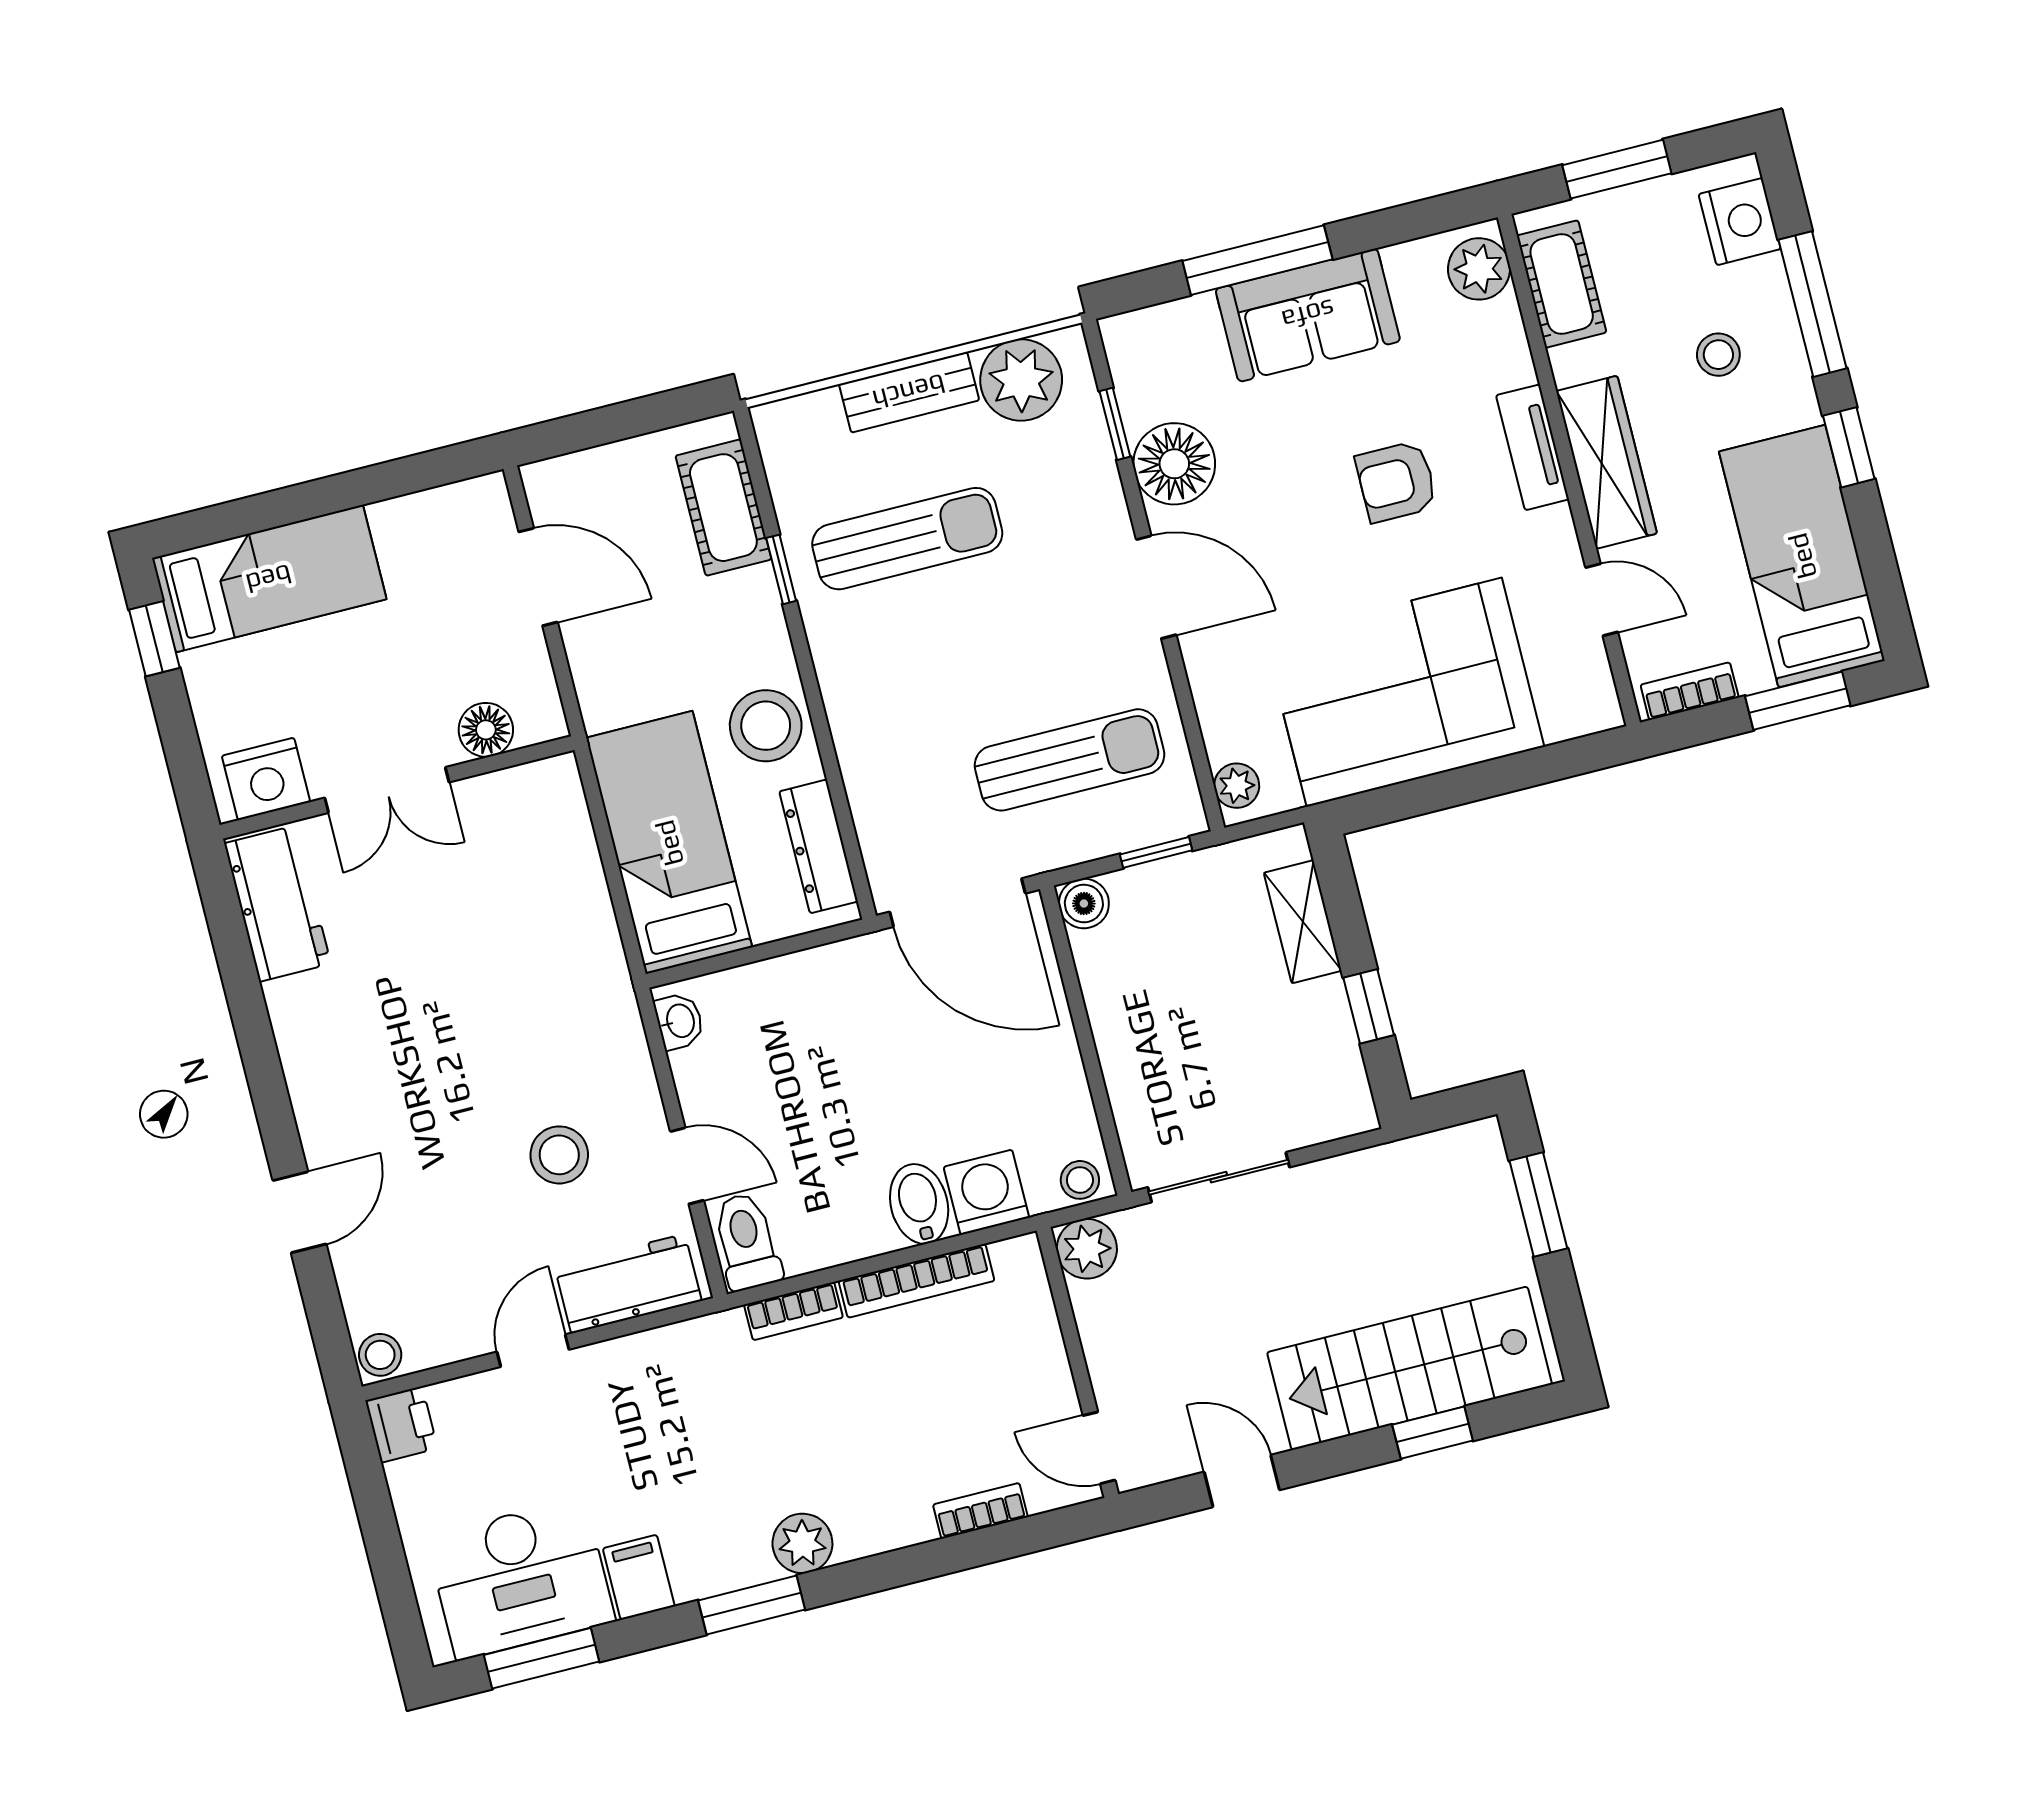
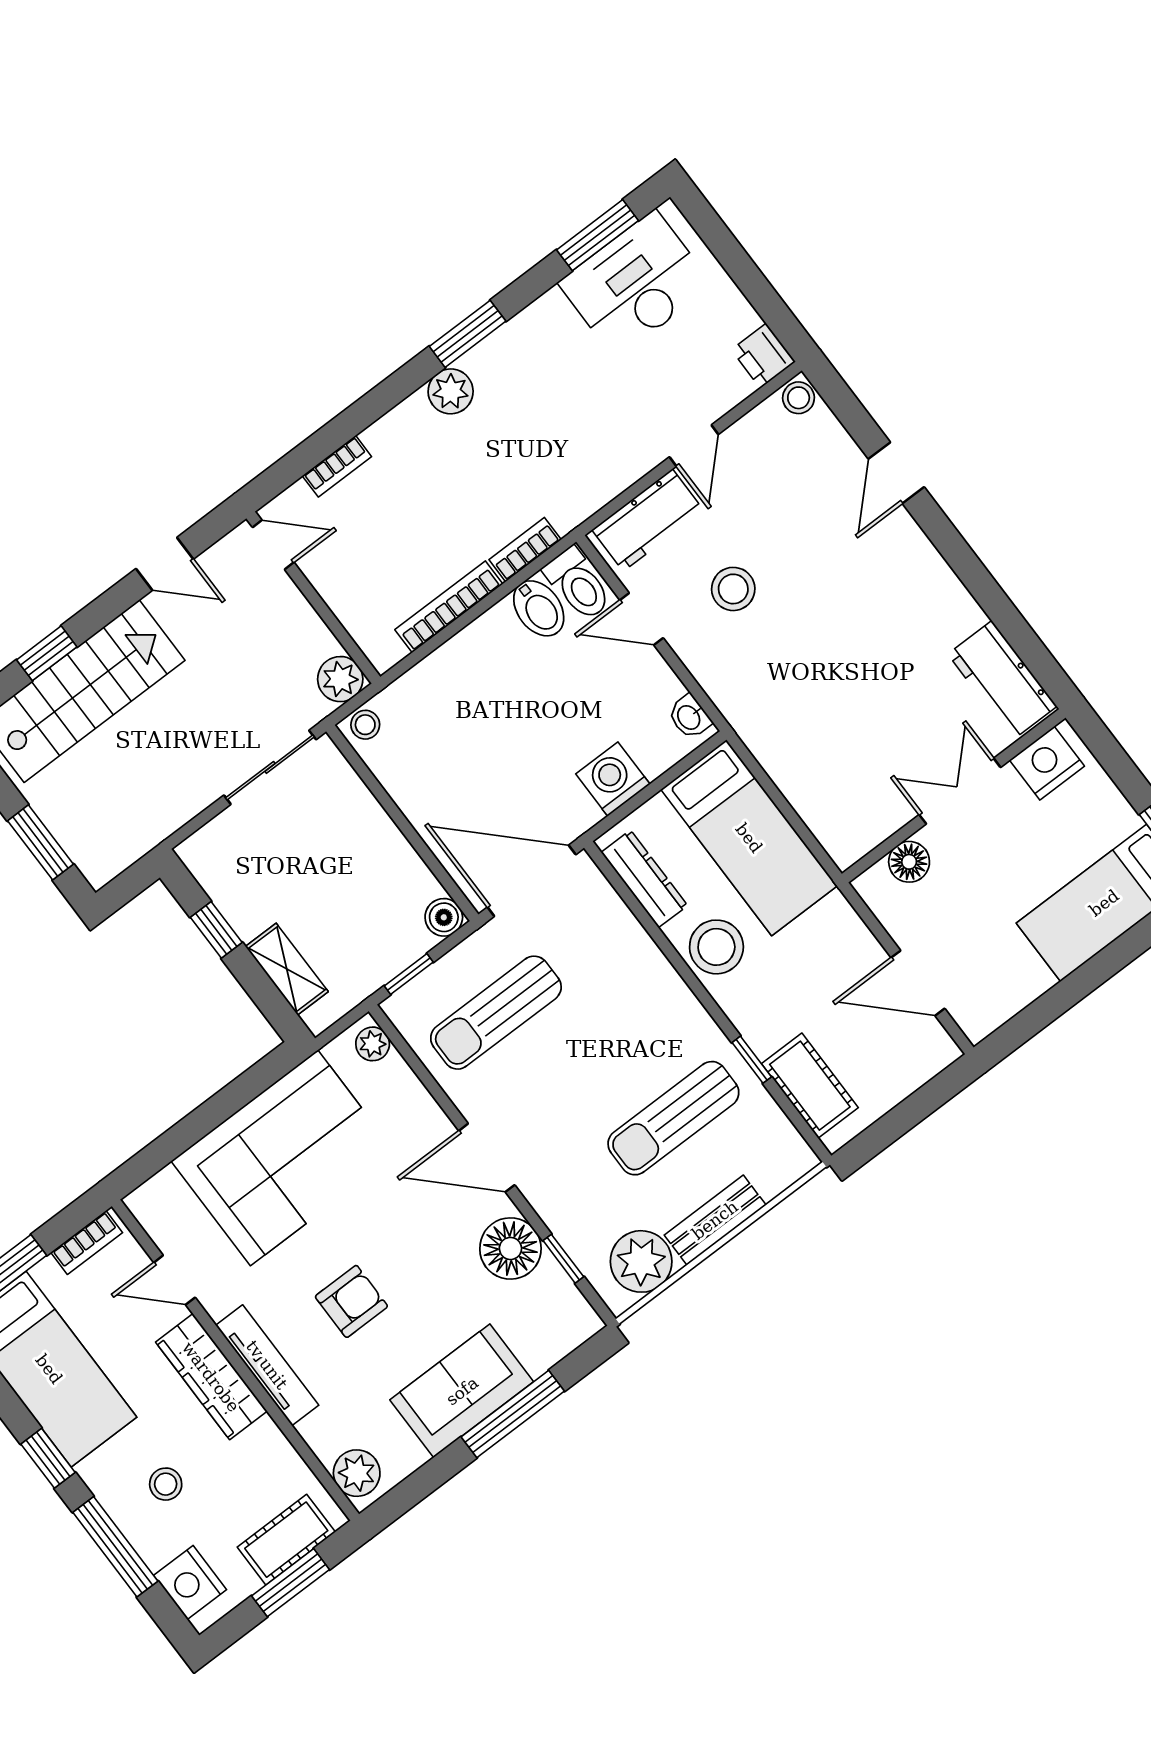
cot: (1562, 284) -> (286, 1540), moved, turned 90
tv unit: (1533, 447) -> (267, 1365), width x1.41
washing machine: (986, 1192) -> (613, 779), moved, turned 180
bidet: (919, 1204) -> (539, 608), moved
filing cabinet: (639, 1577) -> (554, 320), removed

